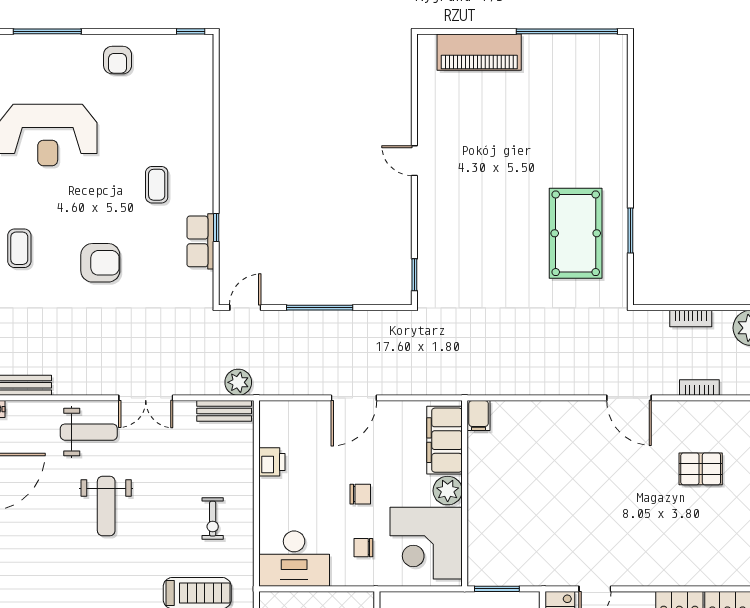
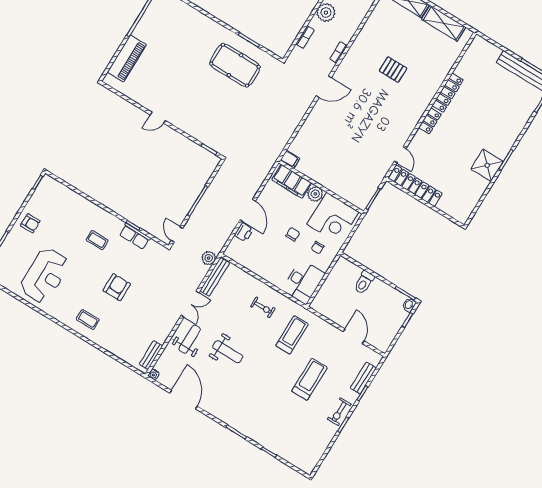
bench: (224, 411) -> (215, 277), width x1.36
printer: (272, 462) -> (244, 232), moved, turned 90
pallet: (701, 469) -> (393, 70), moved, turned 90

